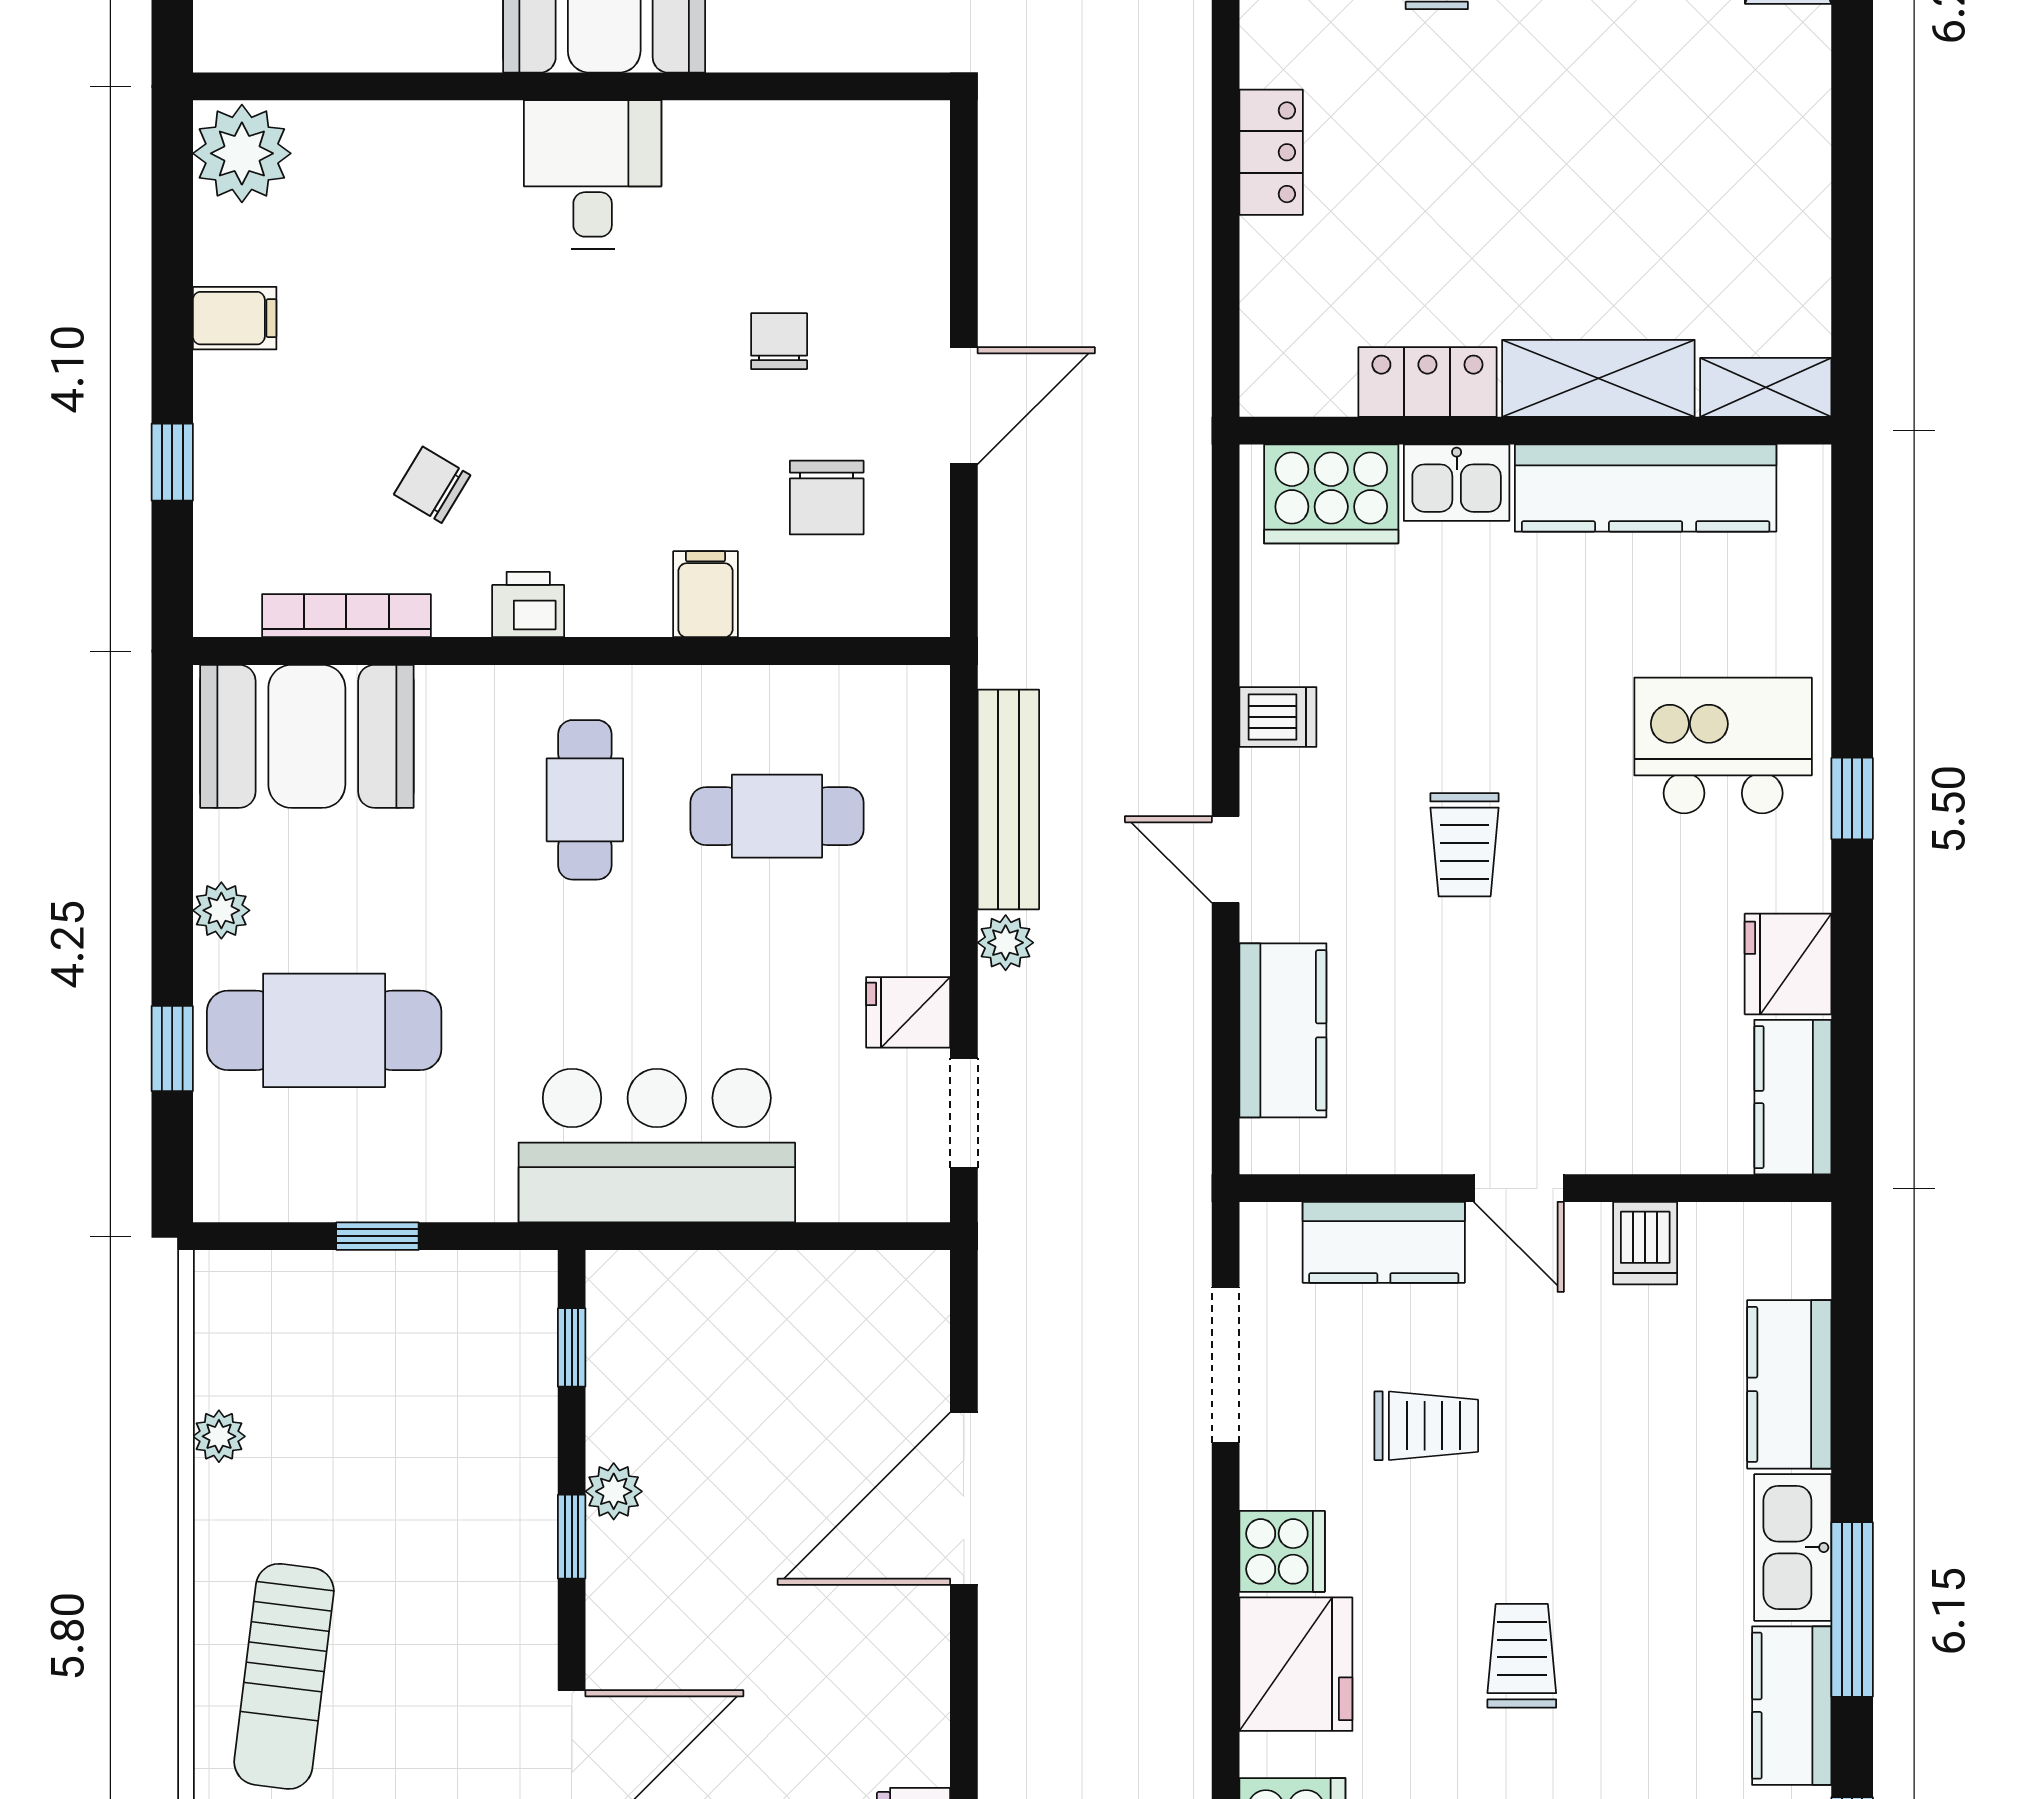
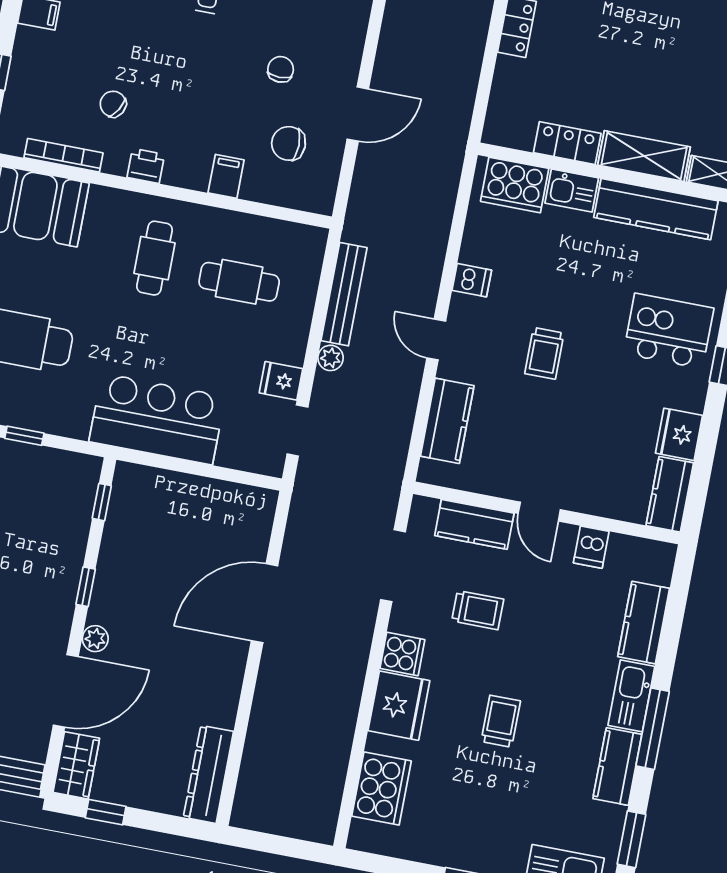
chair: (827, 498) -> (289, 143), turned 90
plant: (614, 1491) -> (95, 639), moved

